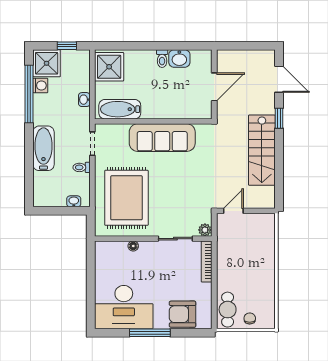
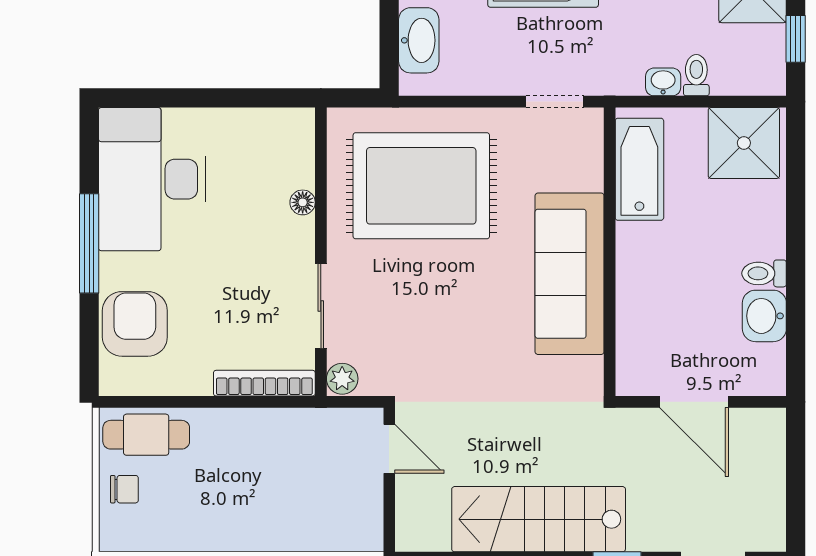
toilet: (82, 167) -> (696, 75), moved
washbasin: (74, 201) -> (419, 40), width x1.91, depth x1.45

